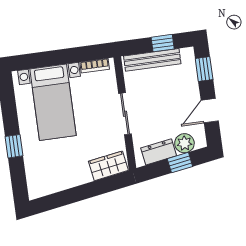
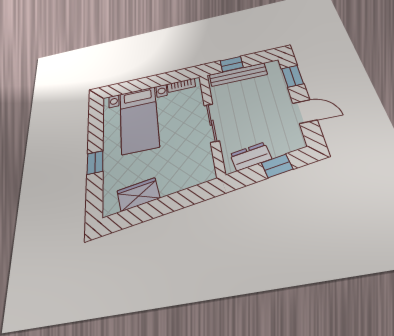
window: (163, 43) -> (232, 64), moved
door: (210, 111) -> (305, 111), swing flipped
plant: (184, 143) -> (280, 145), removed
wardrobe: (108, 166) -> (138, 194), moved

